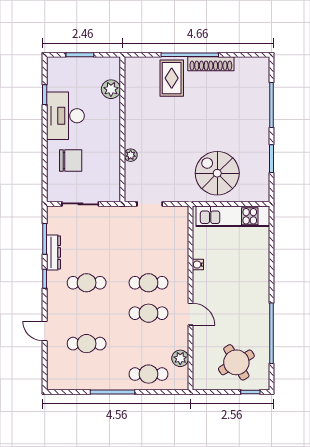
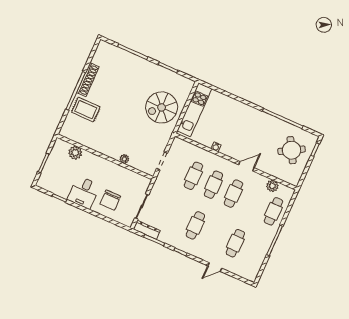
desk: (65, 116) -> (84, 192), width x0.73
chair: (71, 160) -> (110, 200), turned 180
dresser: (53, 252) -> (147, 230), moved
cafe table: (148, 252) -> (193, 176), added

